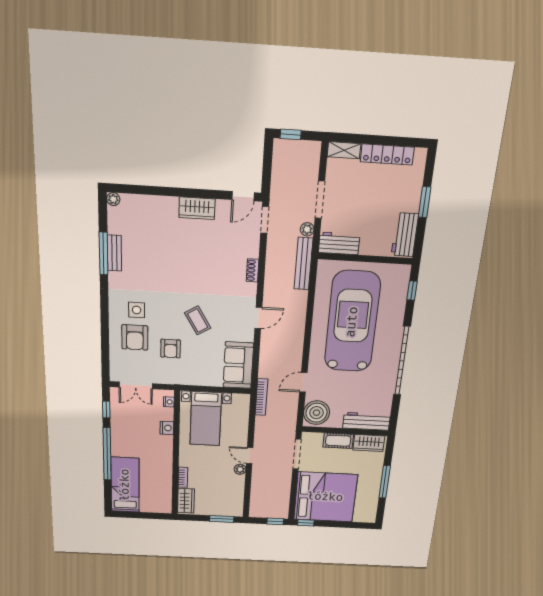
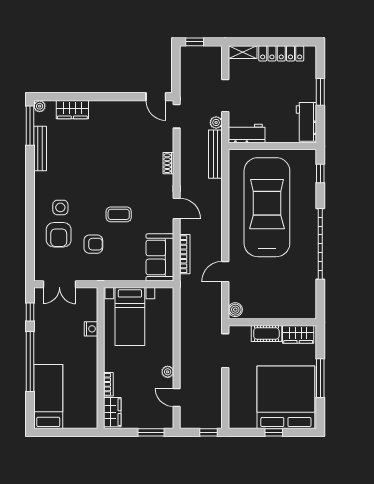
door: (243, 196) -> (156, 97), hinge flipped
wardrobe: (197, 208) -> (72, 110), moved
window: (104, 253) -> (30, 126), moved
bench: (114, 253) -> (40, 149), width x1.36
door: (258, 318) -> (177, 208), hinge flipped
coffee table: (198, 320) -> (119, 214), turned -59
armchair: (171, 349) -> (93, 244), turned -90
bookcase: (261, 397) -> (185, 254), moved
nightstand: (169, 402) -> (92, 300), removed
boiler: (317, 413) -> (235, 310), width x0.54, depth x0.54
workbench: (366, 421) -> (293, 310), removed
door: (250, 456) -> (177, 398), moved
bed: (325, 497) -> (286, 397), moved, turned -90
window: (306, 523) -> (274, 432), moved

